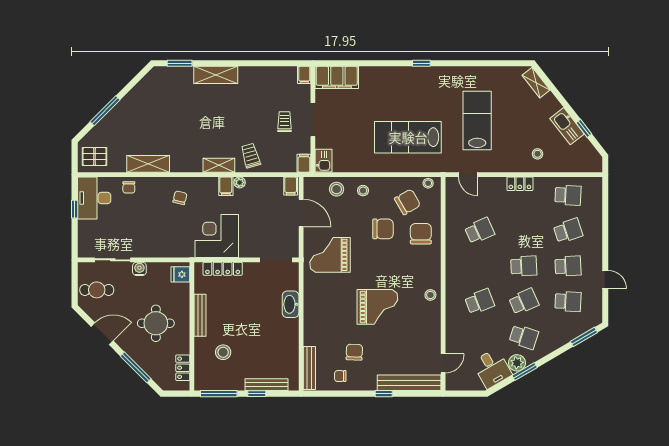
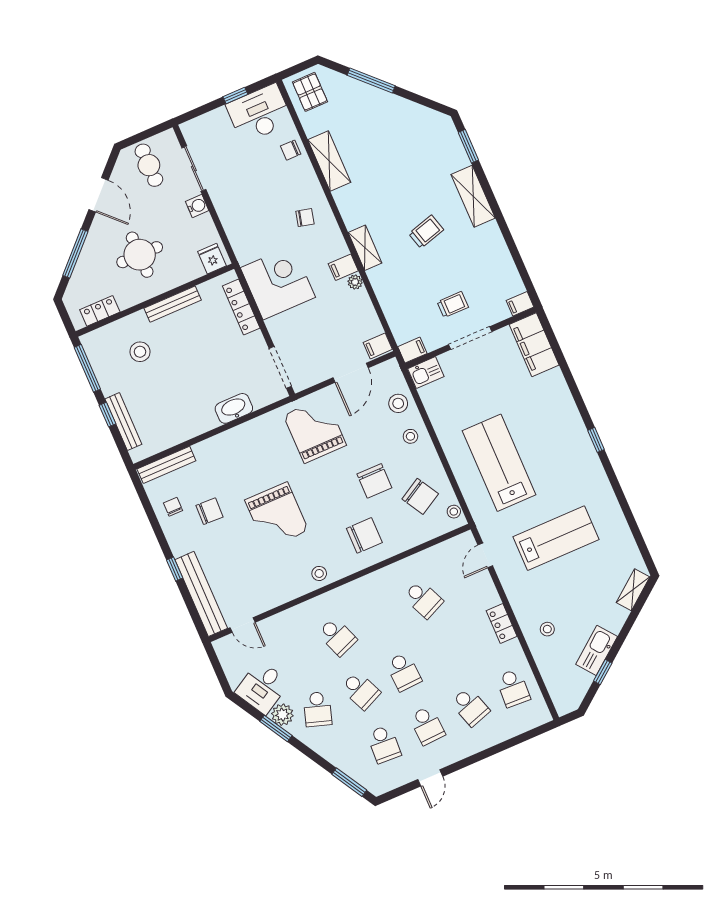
trolley: (251, 156) -> (426, 232), moved
chair: (421, 234) -> (364, 535), moved

